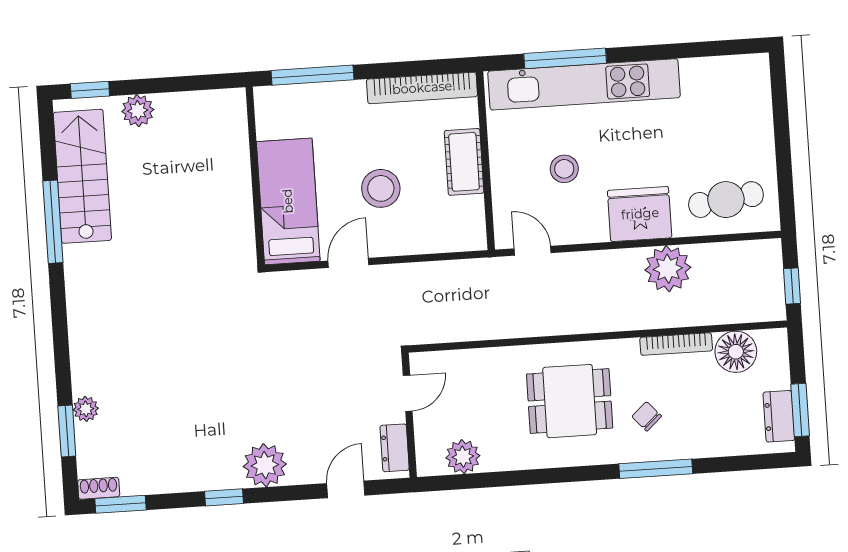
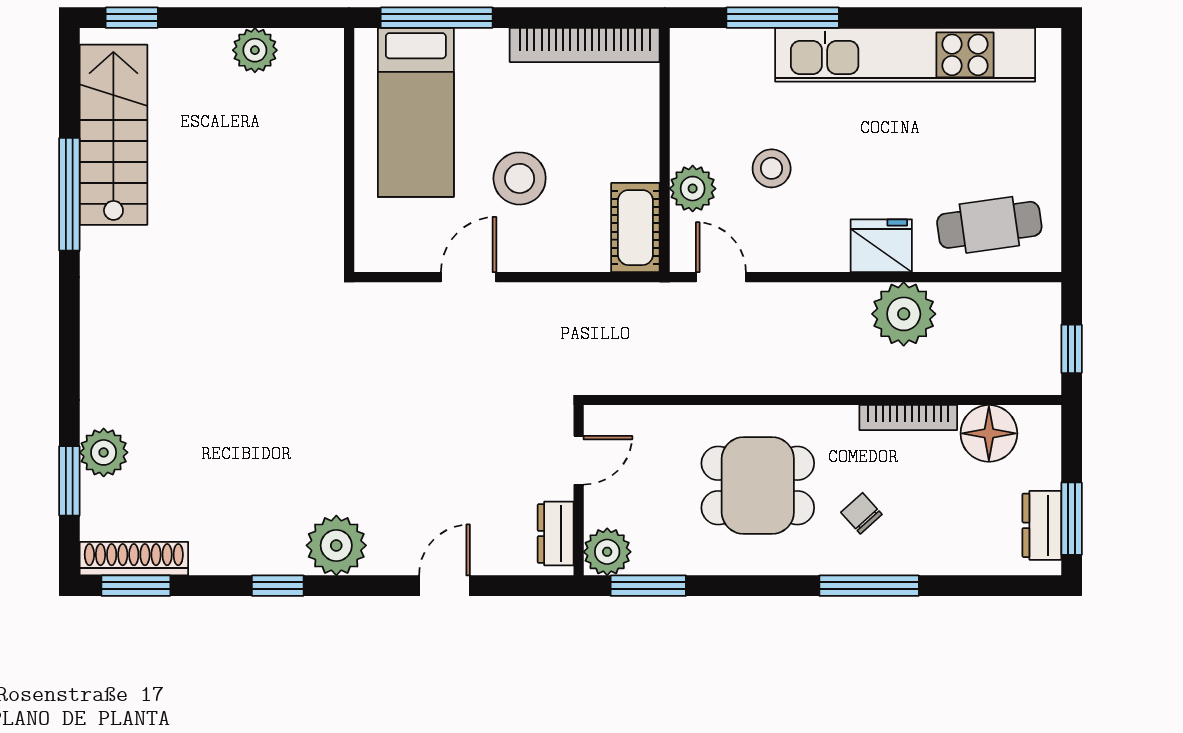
kitchen unit: (584, 84) -> (905, 55), moved
plant: (138, 111) -> (255, 50), moved
cot: (464, 162) -> (635, 228), moved
plant: (508, 187) -> (693, 189), added
bed: (288, 201) -> (416, 112), moved, turned 180
fridge: (640, 214) -> (881, 246), width x0.73, depth x0.75
door: (408, 393) -> (579, 460), moved
plant: (86, 409) -> (104, 452), width x1.38, depth x1.38
wall: (409, 415) -> (579, 490), moved
dresser: (395, 448) -> (556, 534), moved
window: (494, 479) -> (648, 586), added
shoe rack: (99, 488) -> (134, 559), width x1.94, depth x1.24

